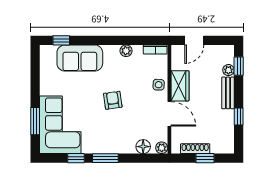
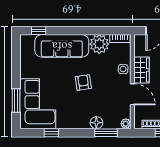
plant: (126, 51) -> (99, 44), width x1.88, depth x1.88
sofa: (80, 58) -> (62, 46), width x1.36
floor lamp: (143, 147) -> (96, 123), moved
window: (105, 158) -> (106, 133), moved

